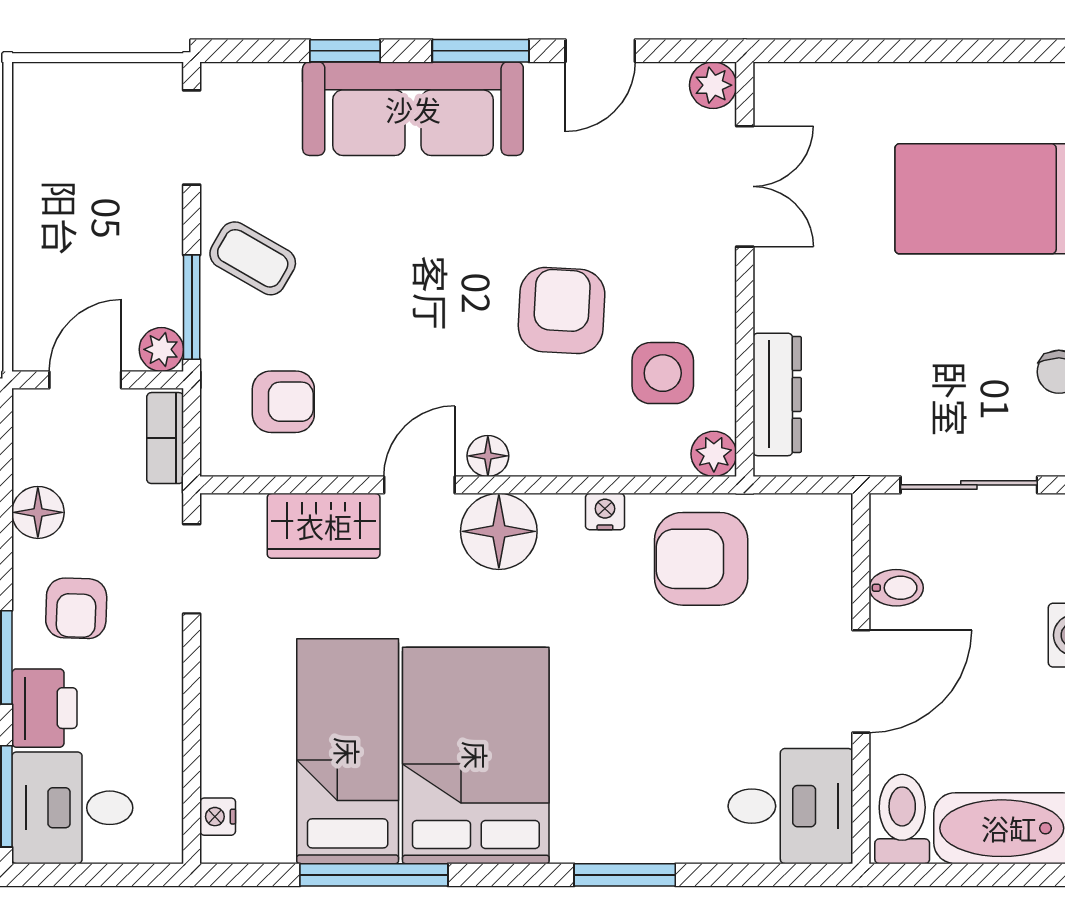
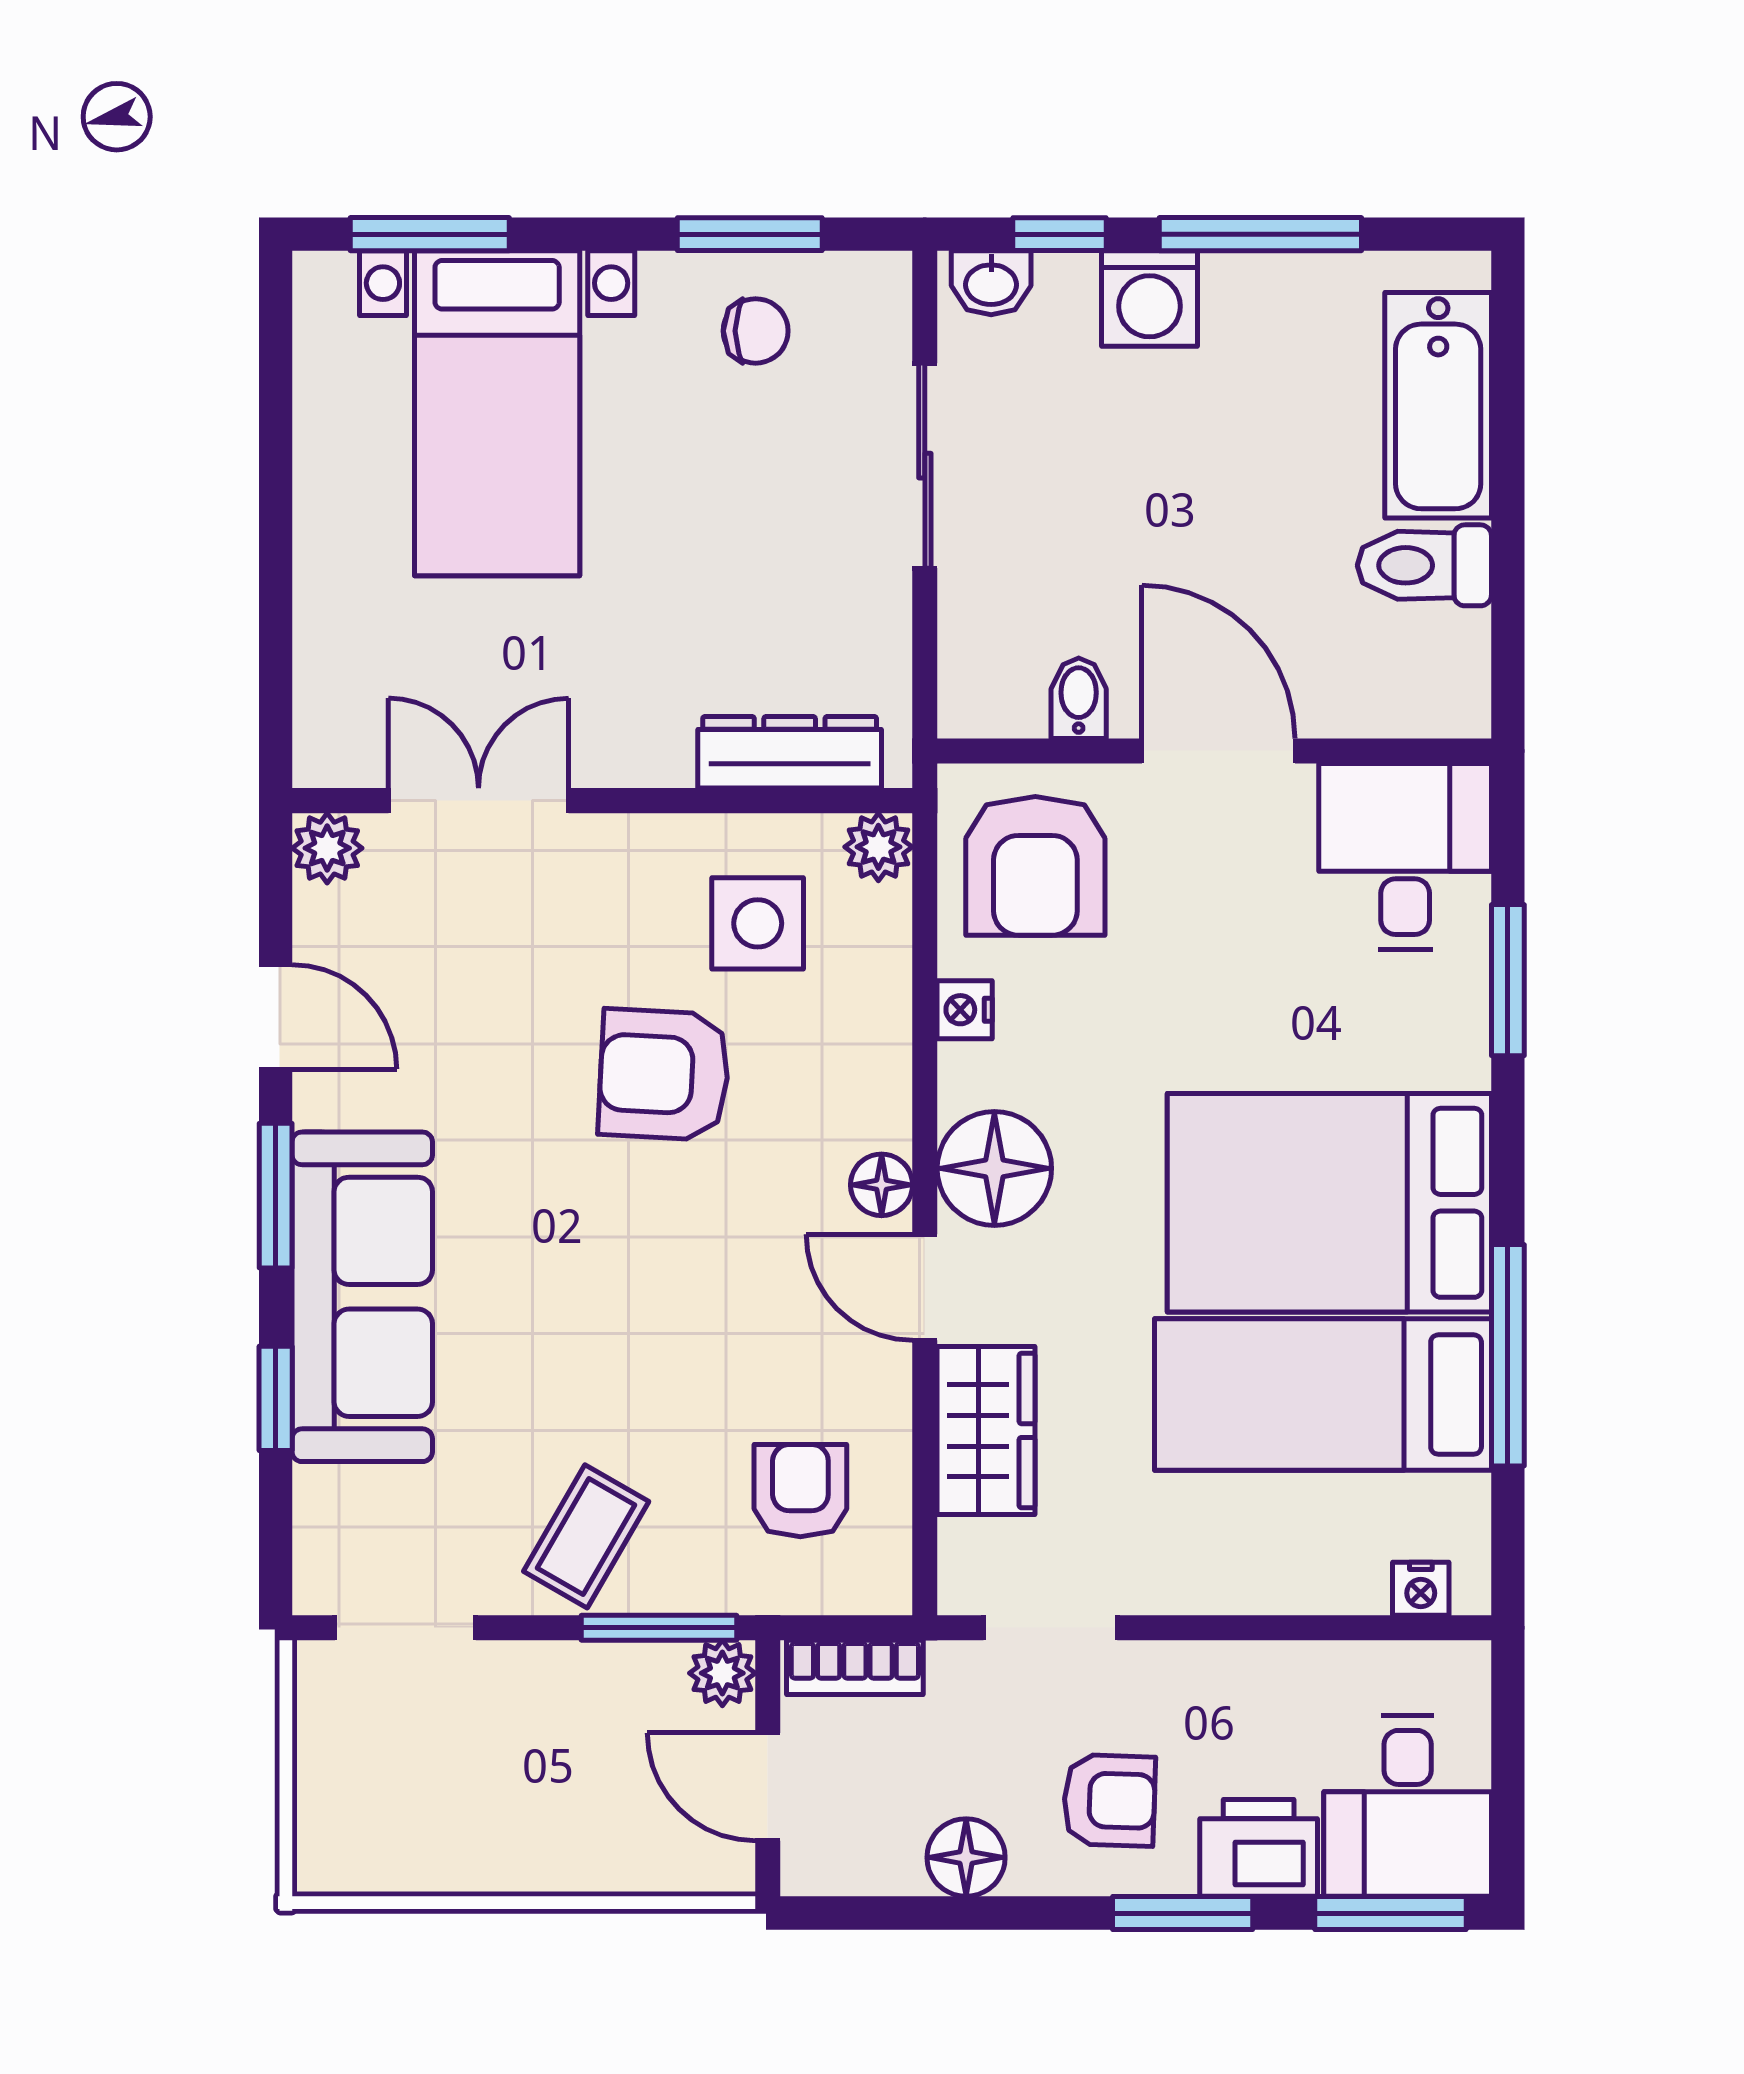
bidet: (896, 588) -> (1079, 698), moved
wall: (861, 678) -> (1214, 751), moved
door: (861, 681) -> (1218, 751), moved
desk: (790, 806) -> (1405, 856), moved

